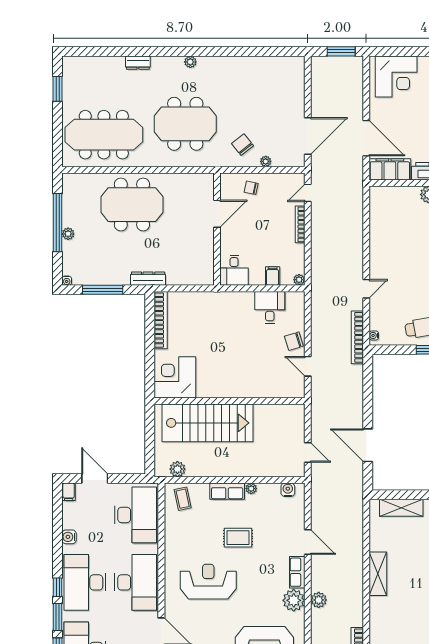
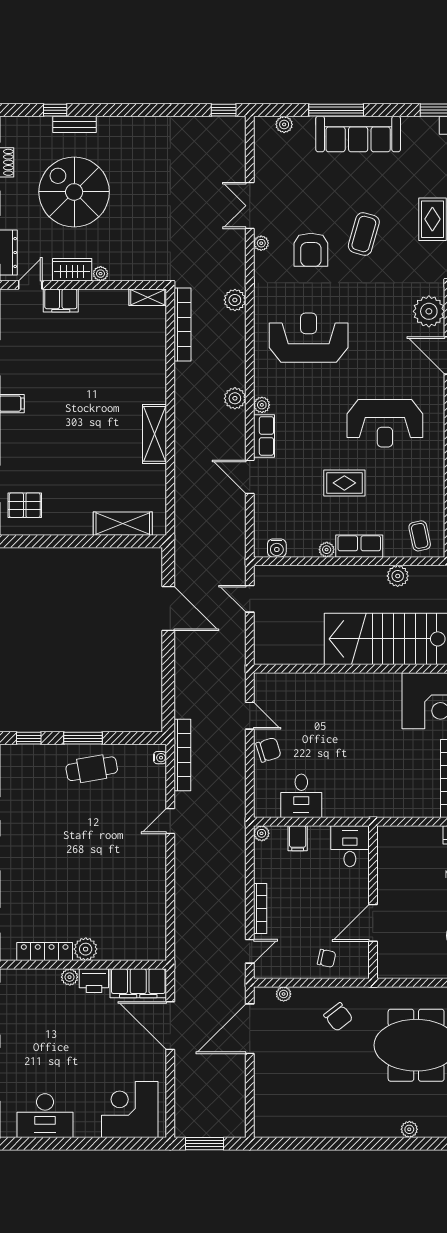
plant: (266, 161) -> (284, 994), moved
plant: (177, 469) -> (398, 576), moved
plant: (294, 600) -> (262, 405), width x0.53, depth x0.53

